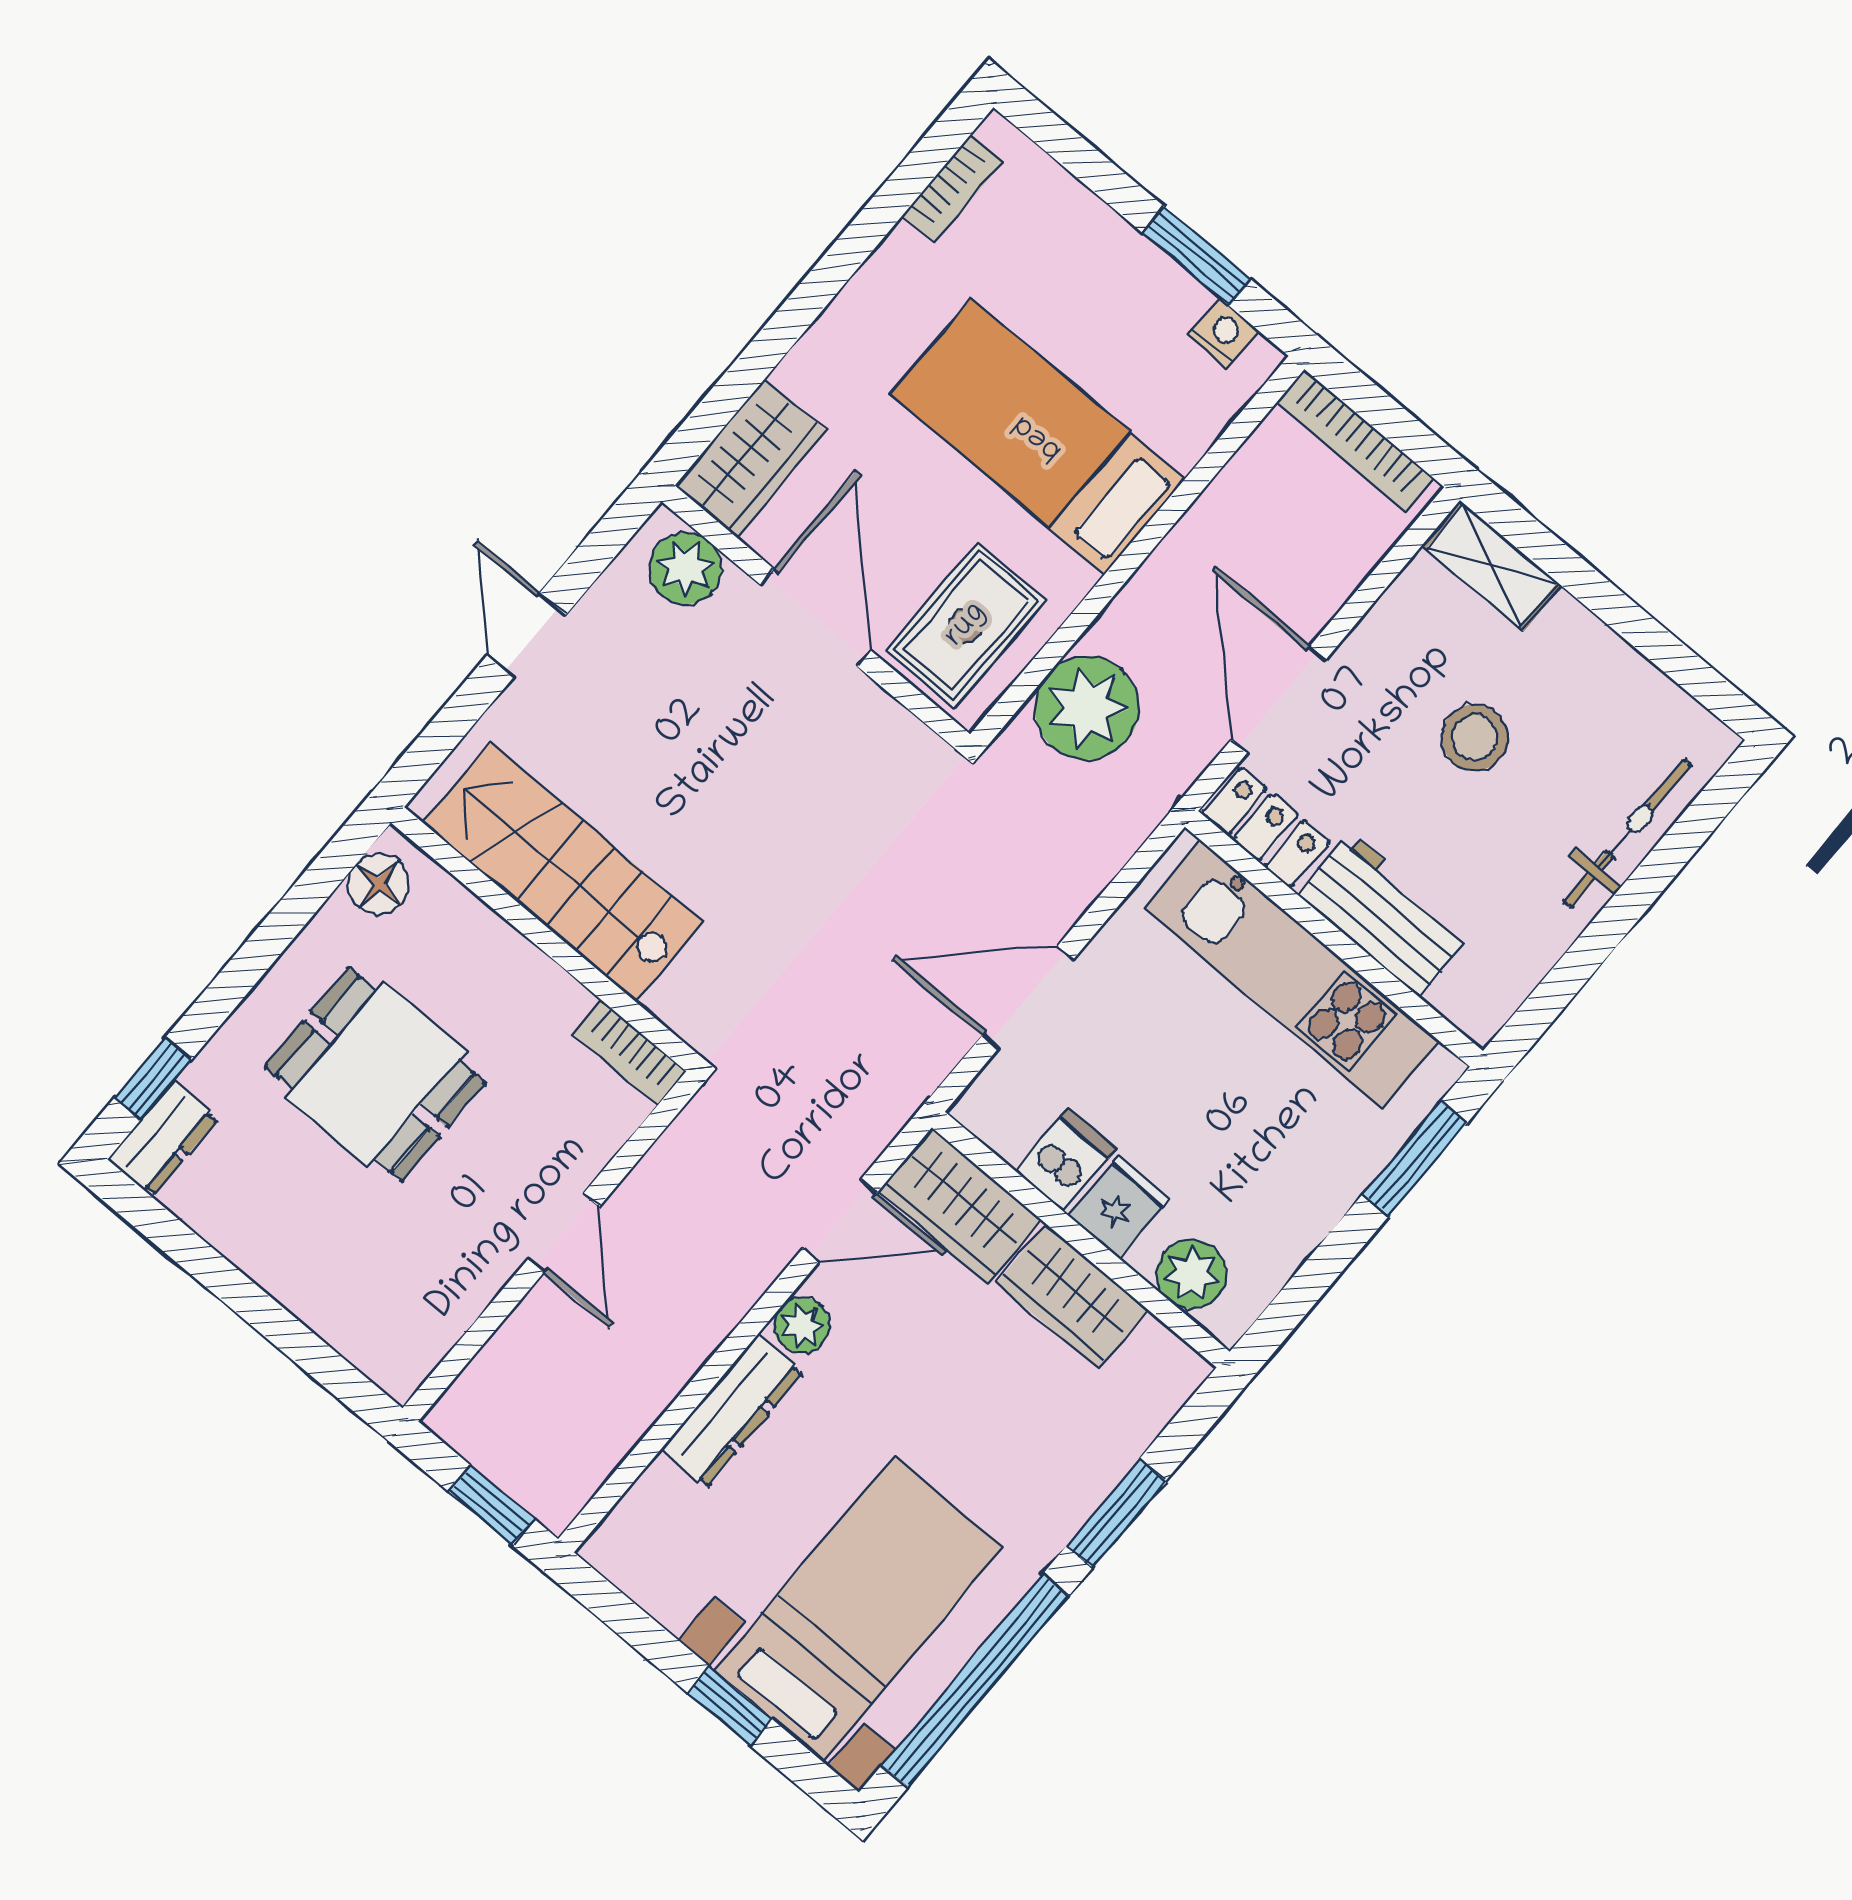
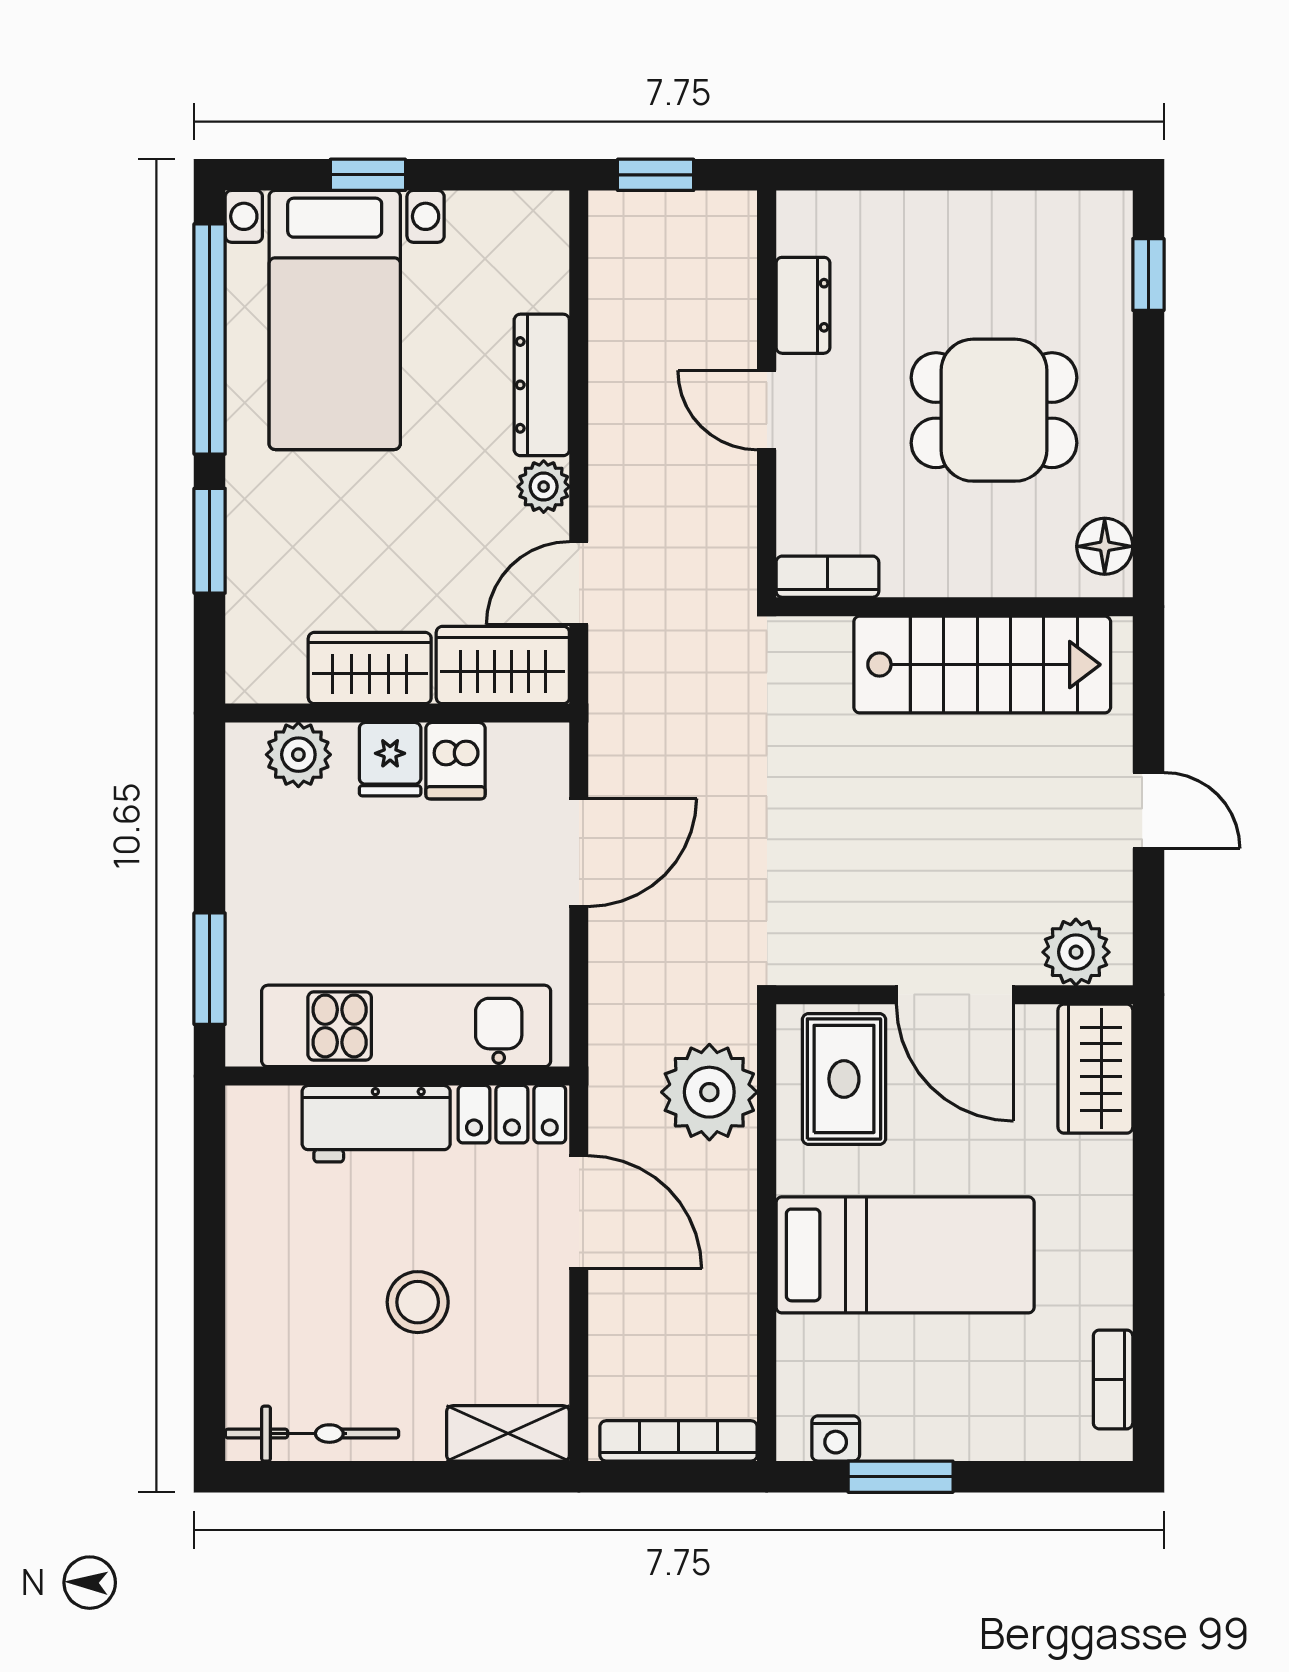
bicycle: (1628, 833) -> (312, 1434), moved, turned -90
dresser: (163, 1139) -> (803, 305), moved, turned 180

